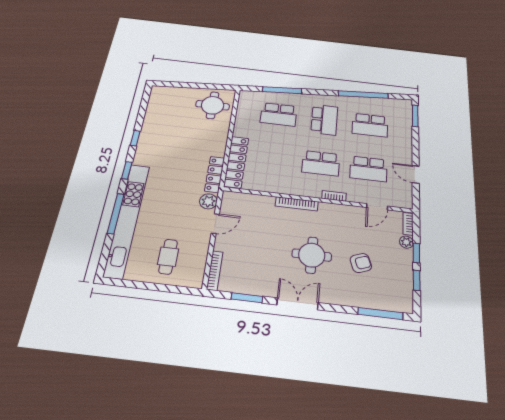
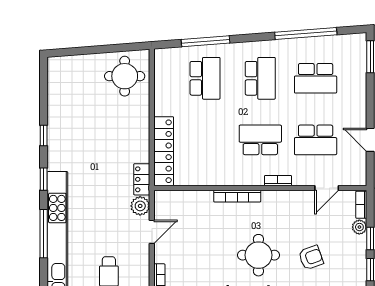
school desk: (279, 114) -> (205, 78), turned -90
school desk: (321, 163) -> (260, 140), turned 180
locker: (215, 174) -> (142, 179), width x0.66

